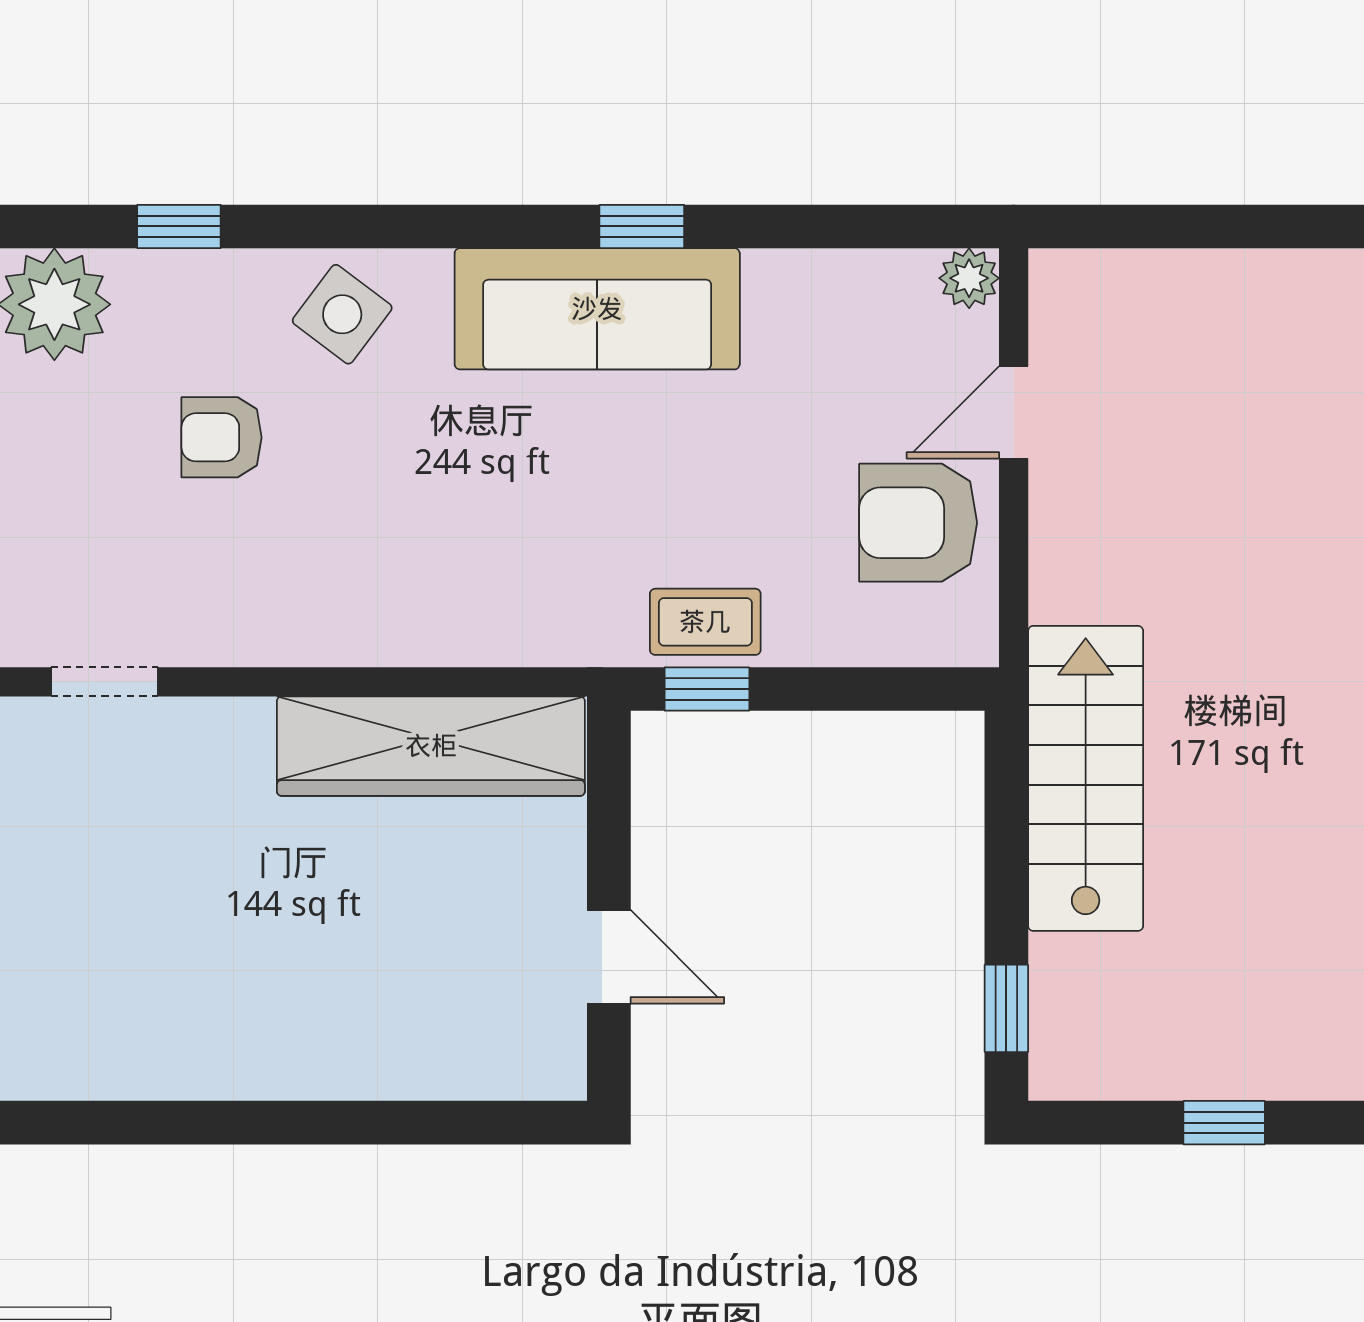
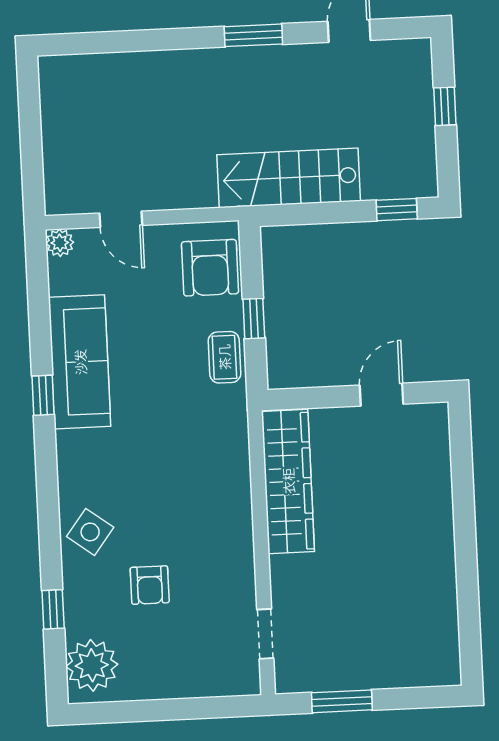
sofa: (597, 309) -> (80, 362), moved
armchair: (918, 523) -> (210, 268), moved
window: (707, 689) -> (254, 319), moved

